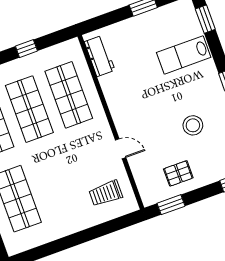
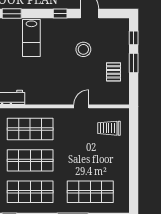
trolley: (106, 193) -> (109, 128), turned 90
window: (171, 205) -> (134, 63), moved

